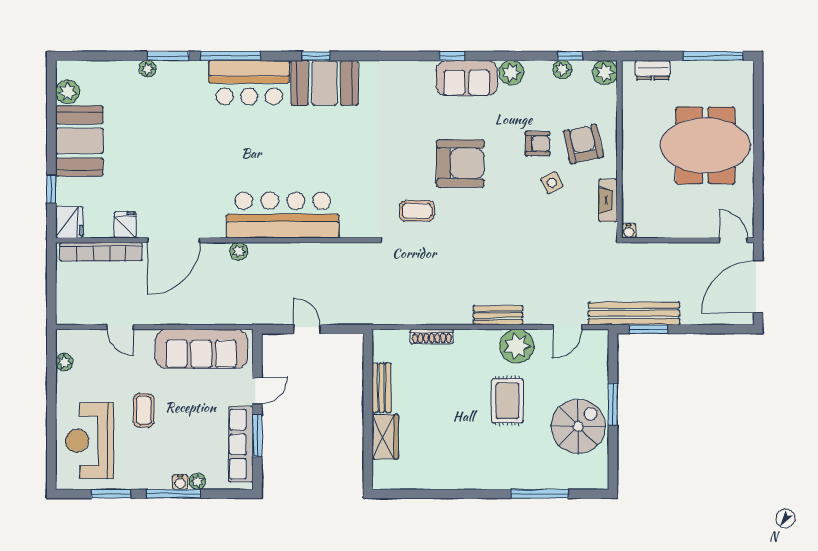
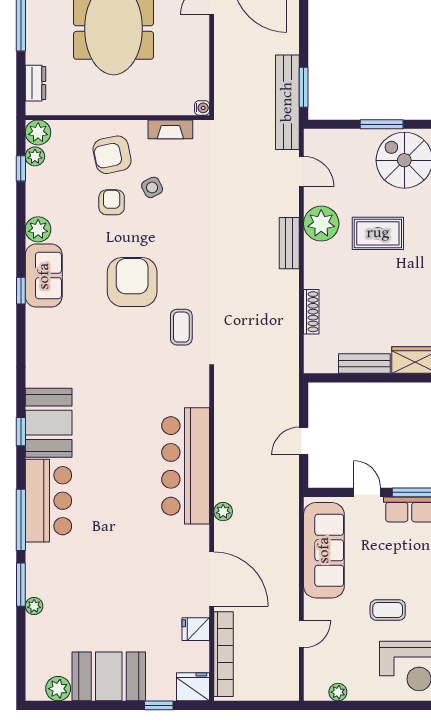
plant: (562, 70) -> (35, 156), moved

